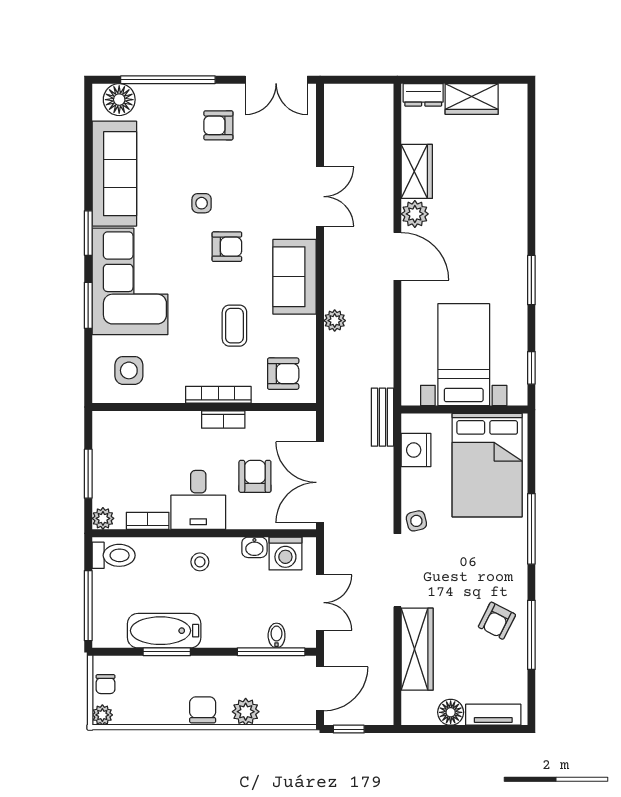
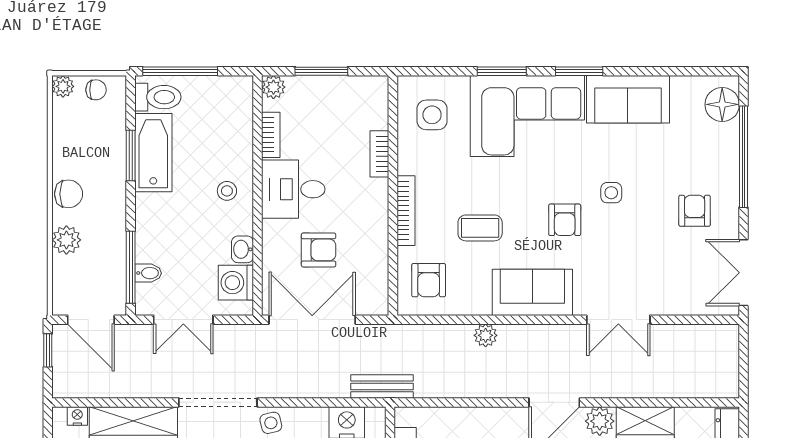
sofa: (114, 174) -> (628, 99), width x0.73
bookcase: (223, 420) -> (379, 154), moved
toilet: (114, 555) -> (158, 97), moved, turned -90
chair: (106, 684) -> (96, 90), turned 180
nightstand: (410, 702) -> (77, 416), added

